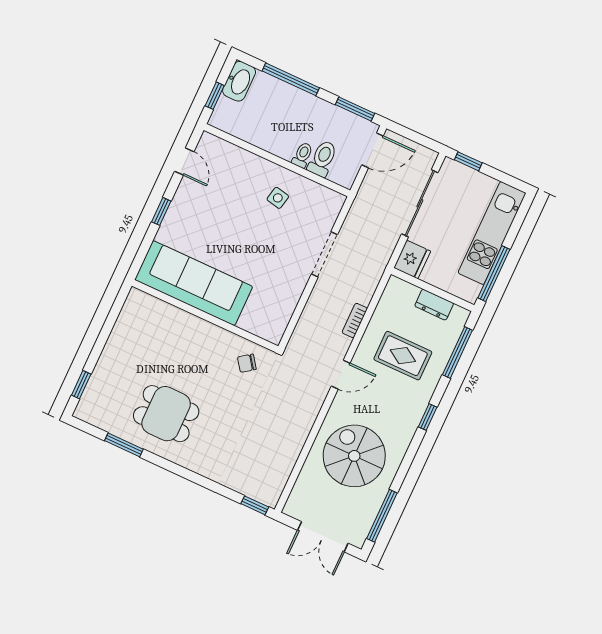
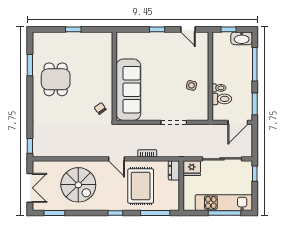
door: (373, 150) -> (238, 122), hinge flipped
door: (184, 162) -> (188, 29), hinge flipped
window: (494, 274) -> (224, 213), moved
sofa: (194, 283) -> (128, 90), moved
dresser: (434, 305) -> (174, 170), moved
rug: (403, 356) -> (141, 186), width x1.36, depth x1.43
window: (81, 385) -> (73, 29), moved
spiral stairs: (354, 456) -> (78, 185), turned 90
window: (382, 516) -> (54, 213), width x0.69
double door: (323, 537) -> (30, 188), swing flipped

